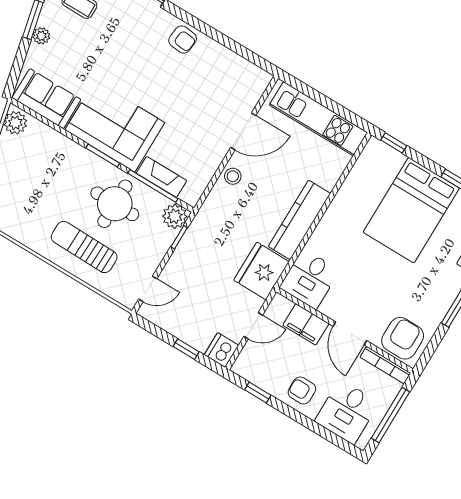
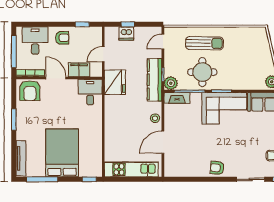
fireplace: (161, 177) -> (177, 98), moved
kitchen counter: (299, 220) -> (155, 80), moved, turned 180
dishwasher: (222, 350) -> (126, 33), moved, turned 90

